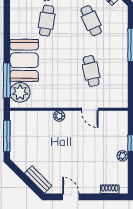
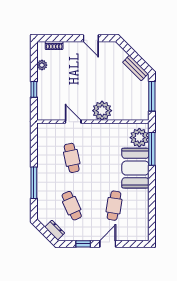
plant: (59, 116) -> (102, 111), width x1.88, depth x1.88
plant: (122, 156) -> (42, 65), moved
bench: (38, 180) -> (135, 68), moved

